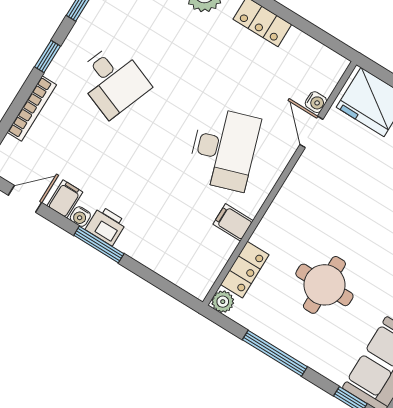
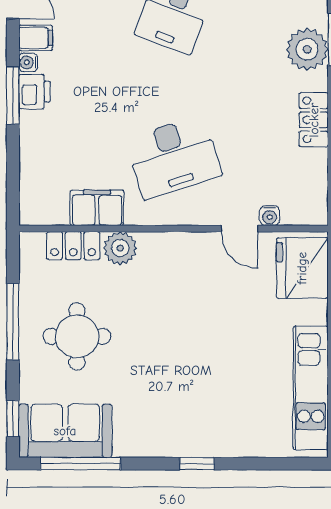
door: (311, 132) -> (239, 229), swing flipped
filing cabinet: (233, 222) -> (97, 208), width x2.00
round table: (324, 285) -> (77, 336), moved
plant: (223, 302) -> (120, 248), moved, width x1.38, depth x1.38

